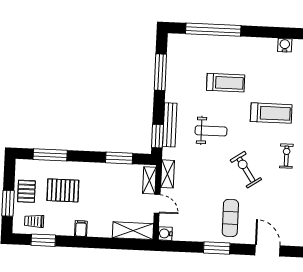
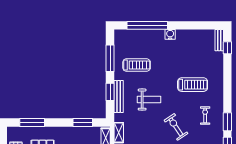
water cooler: (285, 45) -> (170, 34), moved
treadmill: (226, 83) -> (137, 65), moved
window: (157, 136) -> (110, 92), moved

